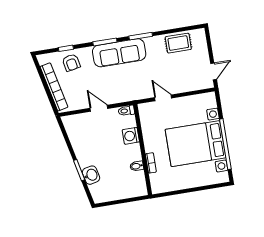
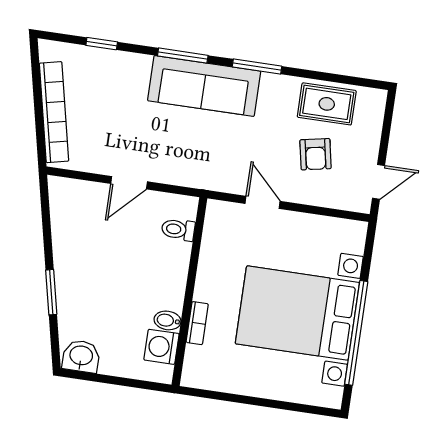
armchair: (71, 63) -> (316, 154), moved
door: (99, 108) -> (129, 183), swing flipped
toilet: (126, 111) -> (178, 230), moved
washing machine: (131, 136) -> (161, 347), moved
washbasin: (91, 175) -> (81, 356), moved, turned -78

